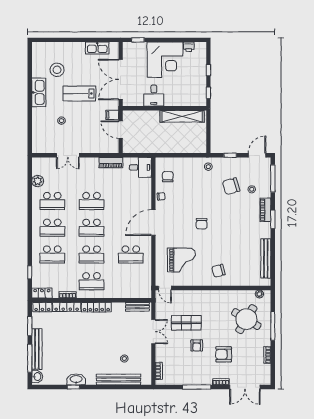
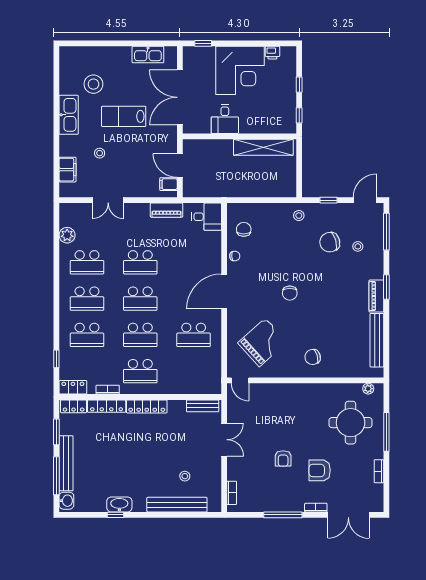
filing cabinet: (112, 115) -> (168, 184), moved
filing cabinet: (38, 133) -> (68, 170), added
piano: (265, 210) -> (376, 296), moved
grand piano: (181, 260) -> (262, 342), turned -42
round table: (246, 319) -> (351, 423), turned -31
shop shelf: (186, 323) -> (269, 428), removed

